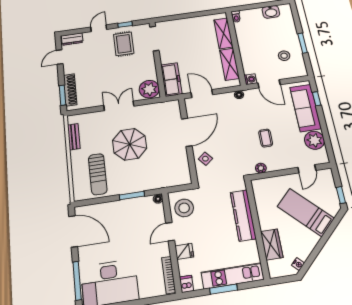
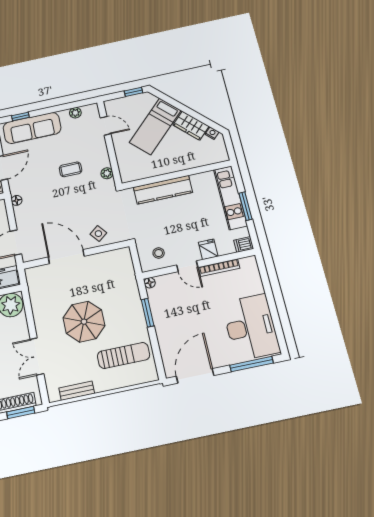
double door: (119, 106) -> (37, 356), moved
plant: (314, 140) -> (75, 113), width x0.53, depth x0.53
stool: (184, 208) -> (159, 253), width x0.53, depth x0.53
wardrobe: (272, 244) -> (191, 126), moved, turned -135
bookcase: (169, 275) -> (219, 268), moved

